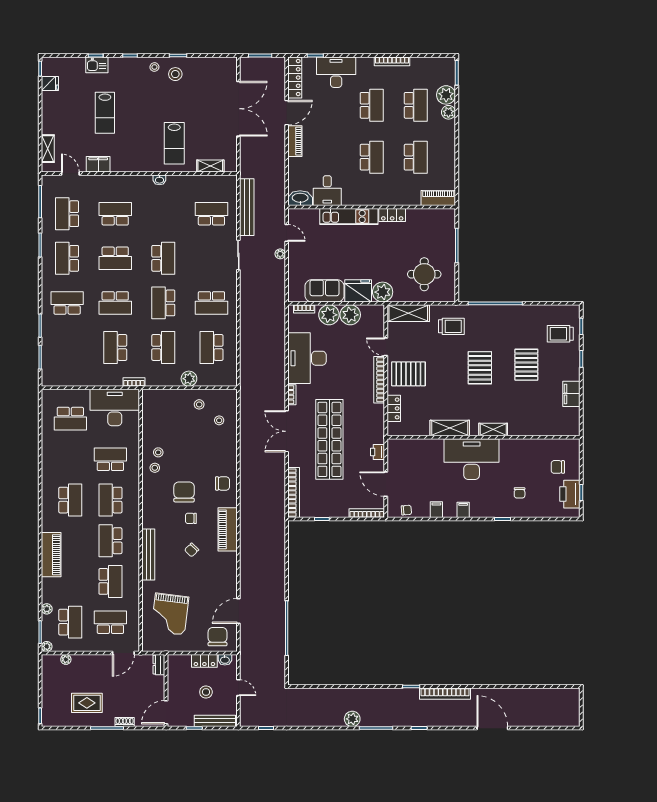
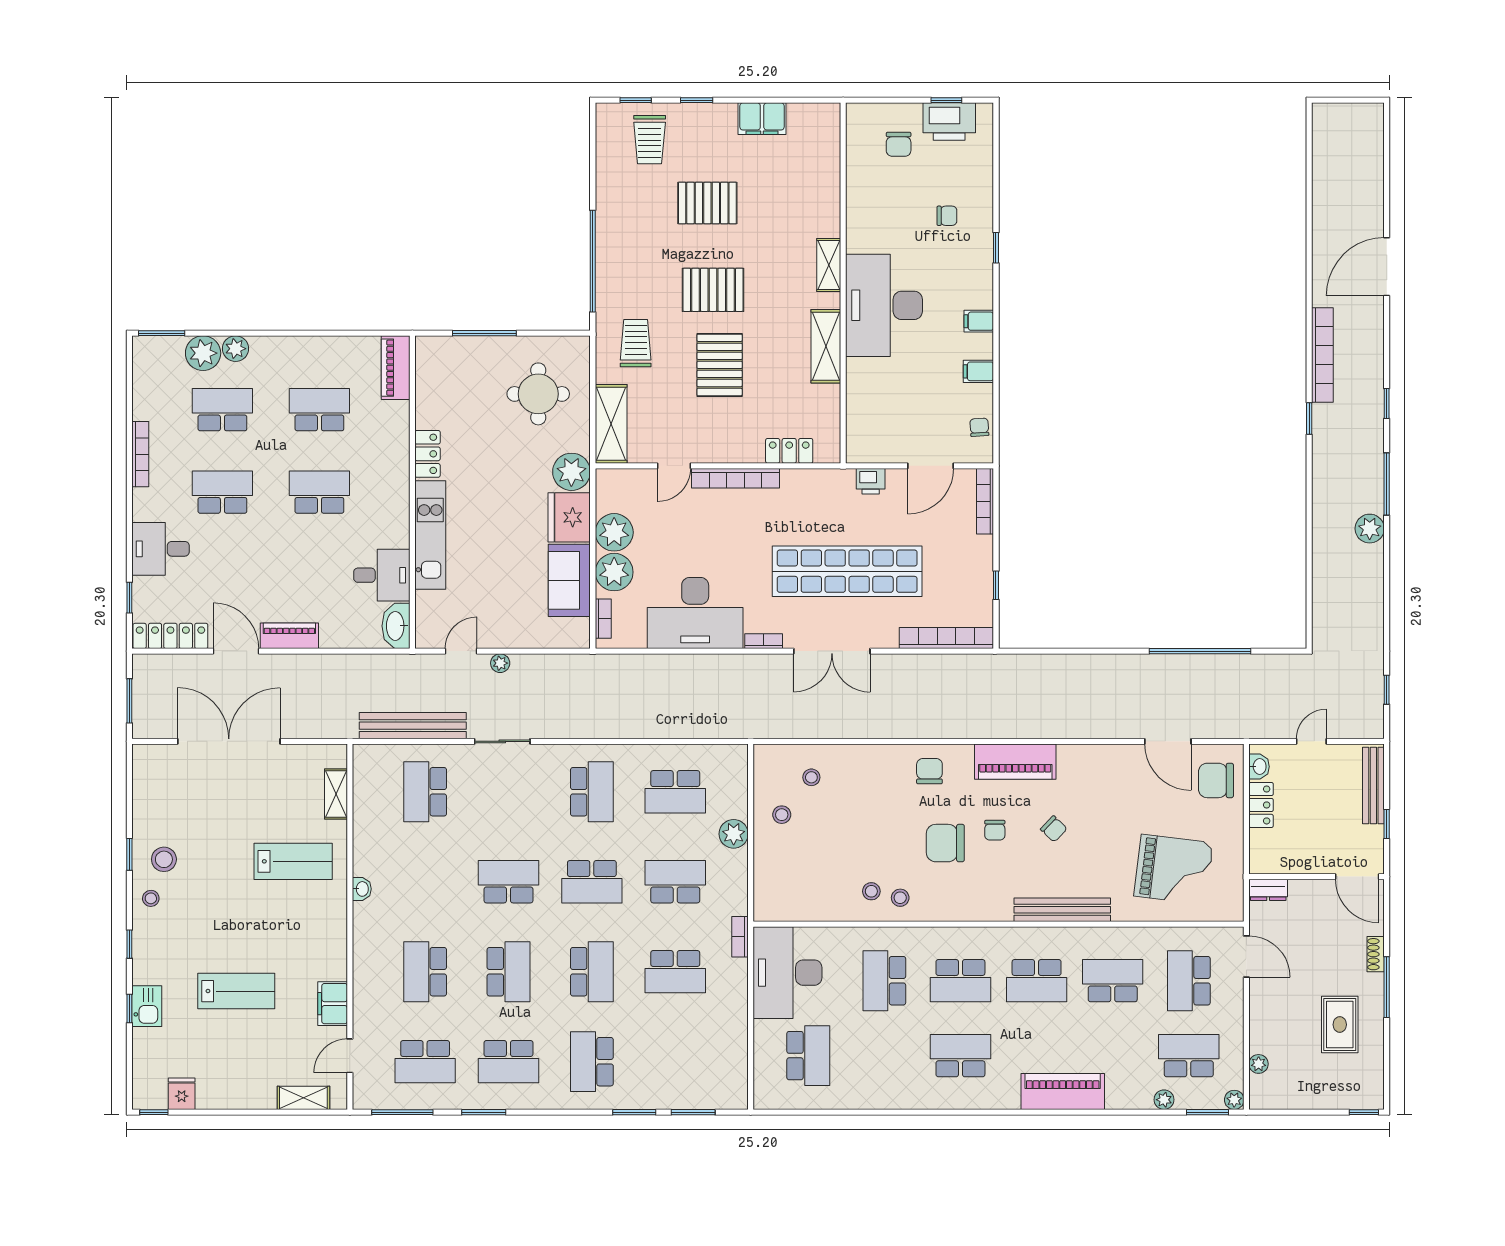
desk: (336, 72) -> (161, 549), width x0.73
pallet: (408, 374) -> (720, 365), moved
stool: (206, 692) -> (1319, 802), removed

